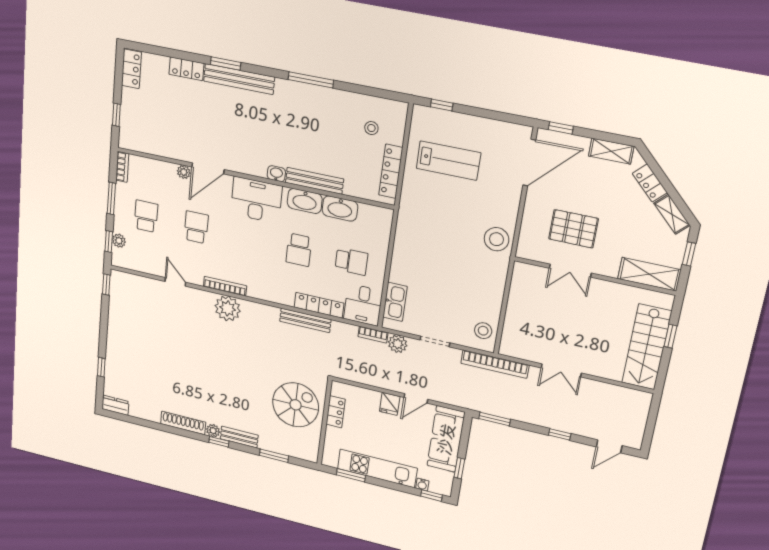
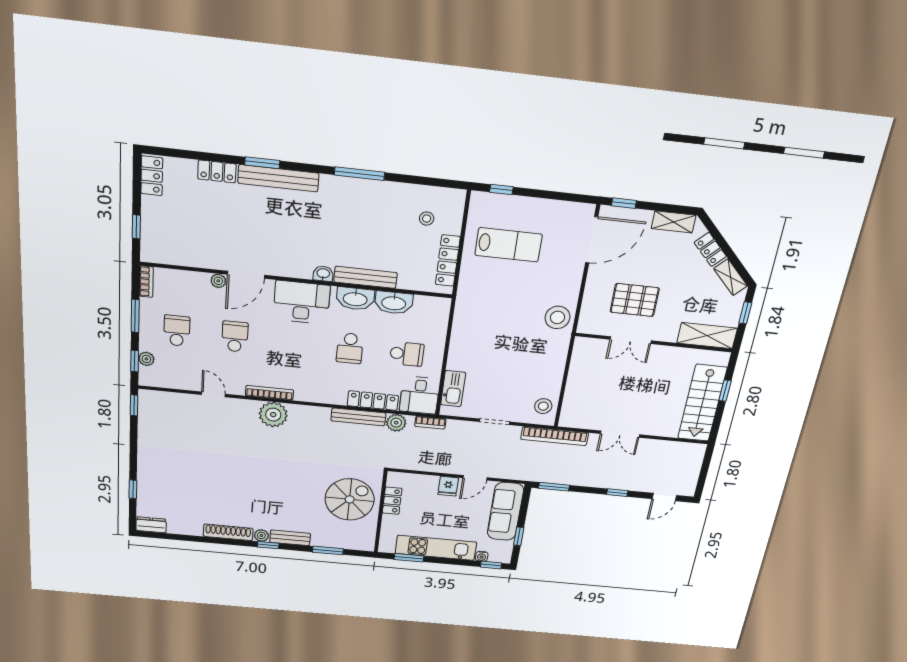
plant: (398, 344) -> (396, 423), moved

